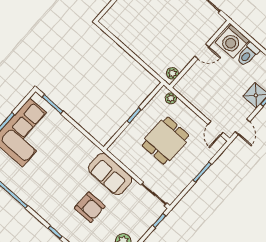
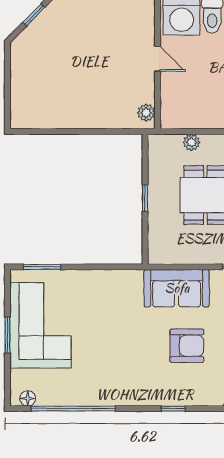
door: (202, 52) -> (158, 59), hinge flipped
plant: (171, 98) -> (192, 142), moved

